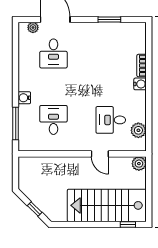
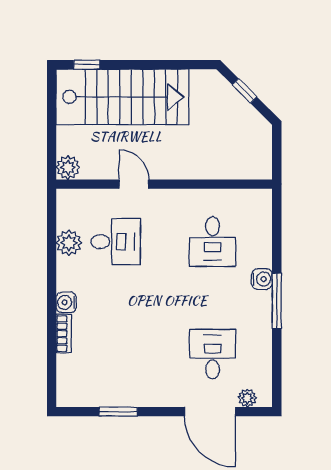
window: (16, 124) -> (277, 301), moved
plant: (138, 130) -> (69, 243), moved

